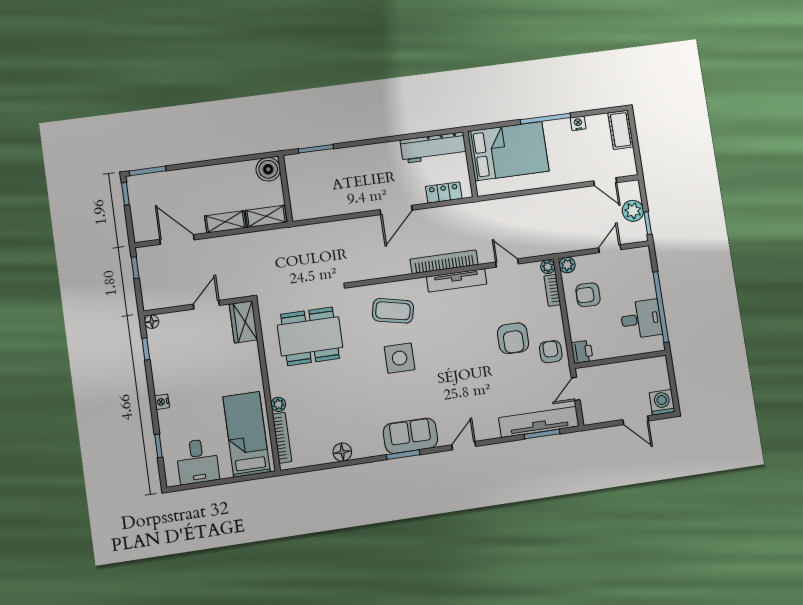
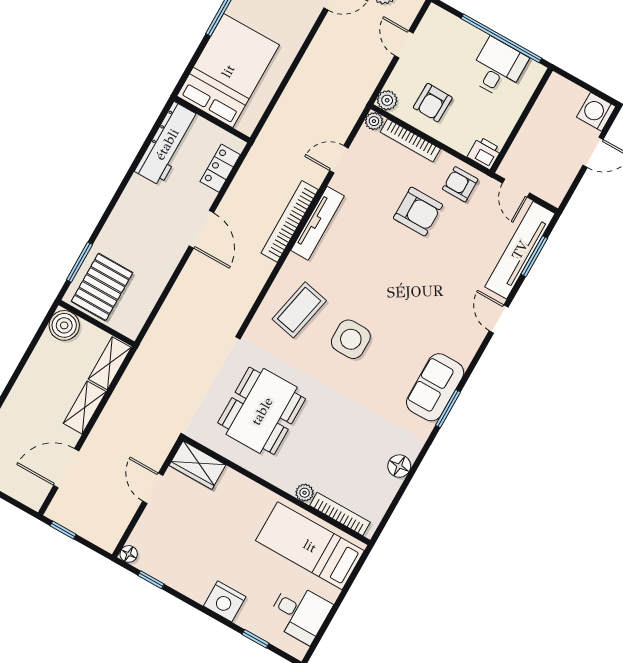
pallet: (311, 175) -> (102, 287), added
bookcase: (552, 290) -> (410, 140), width x1.56
nightstand: (162, 402) -> (225, 601), width x1.89, depth x1.79
door: (464, 446) -> (499, 319), moved

